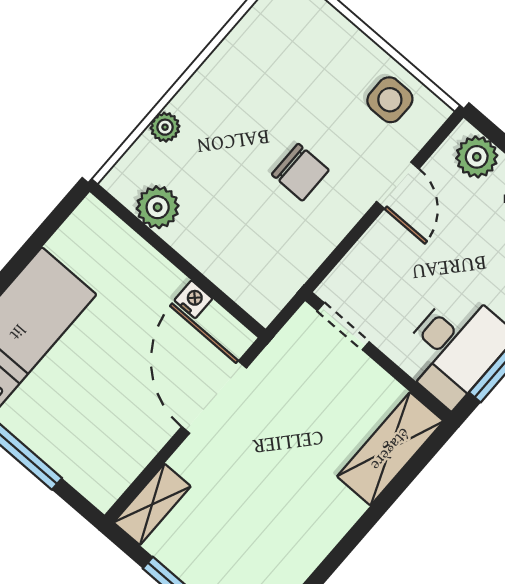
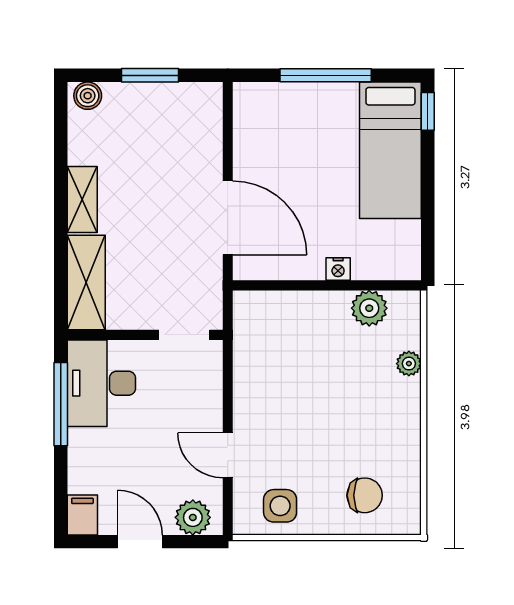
chair: (300, 172) -> (365, 495), moved, turned 180
nightstand: (193, 299) -> (338, 269), moved
shelving: (152, 504) -> (82, 199), moved

